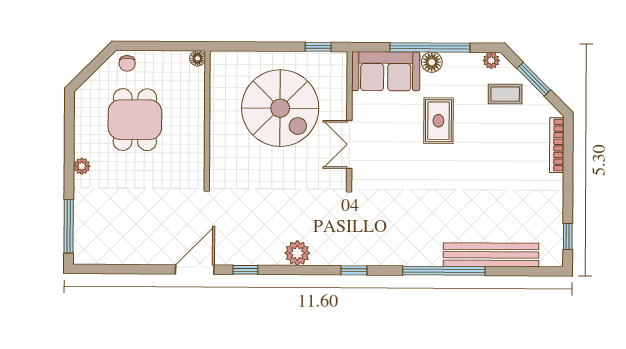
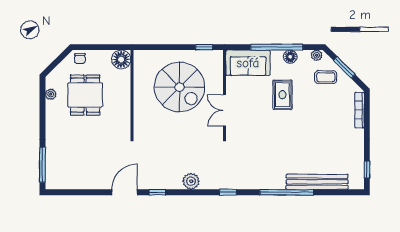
floor lamp: (198, 58) -> (121, 59), width x1.89, depth x1.89
floor lamp: (432, 62) -> (290, 57), moved
plant: (82, 166) -> (51, 94), moved

